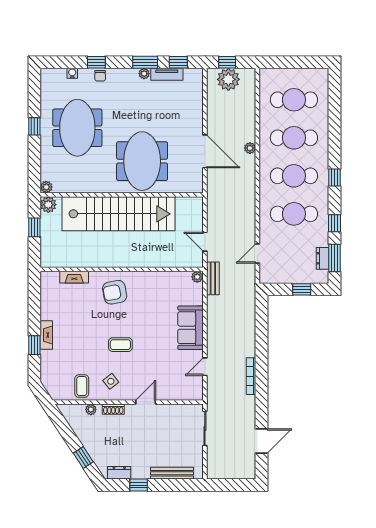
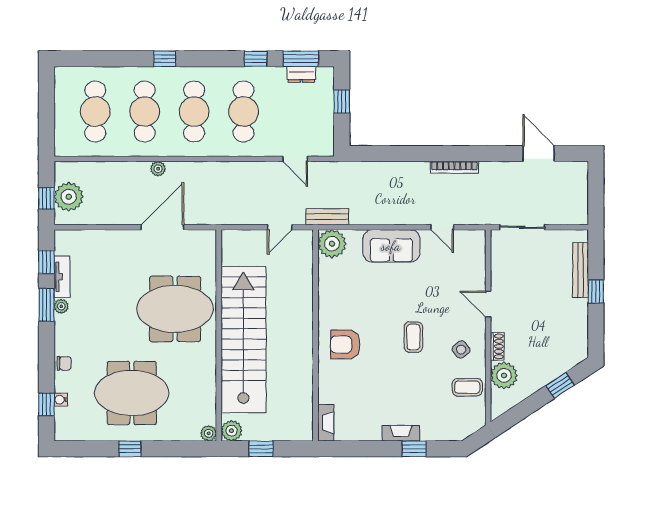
window: (96, 62) -> (47, 404), moved
window: (335, 178) -> (165, 59), moved
fireplace: (74, 277) -> (326, 423), moved
plant: (197, 277) -> (332, 244), width x1.88, depth x1.88
armchair: (115, 292) -> (345, 345), turned 101
plant: (91, 409) -> (504, 375), width x1.87, depth x1.87
dresser: (119, 473) -> (580, 339), removed
window: (139, 485) -> (596, 292), moved

